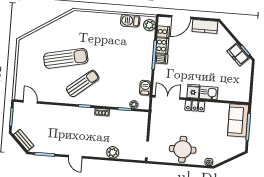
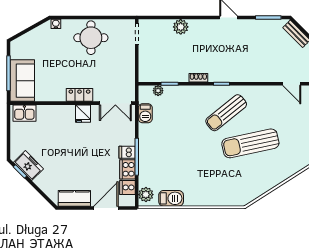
kitchen sink: (209, 93) -> (24, 113), moved

